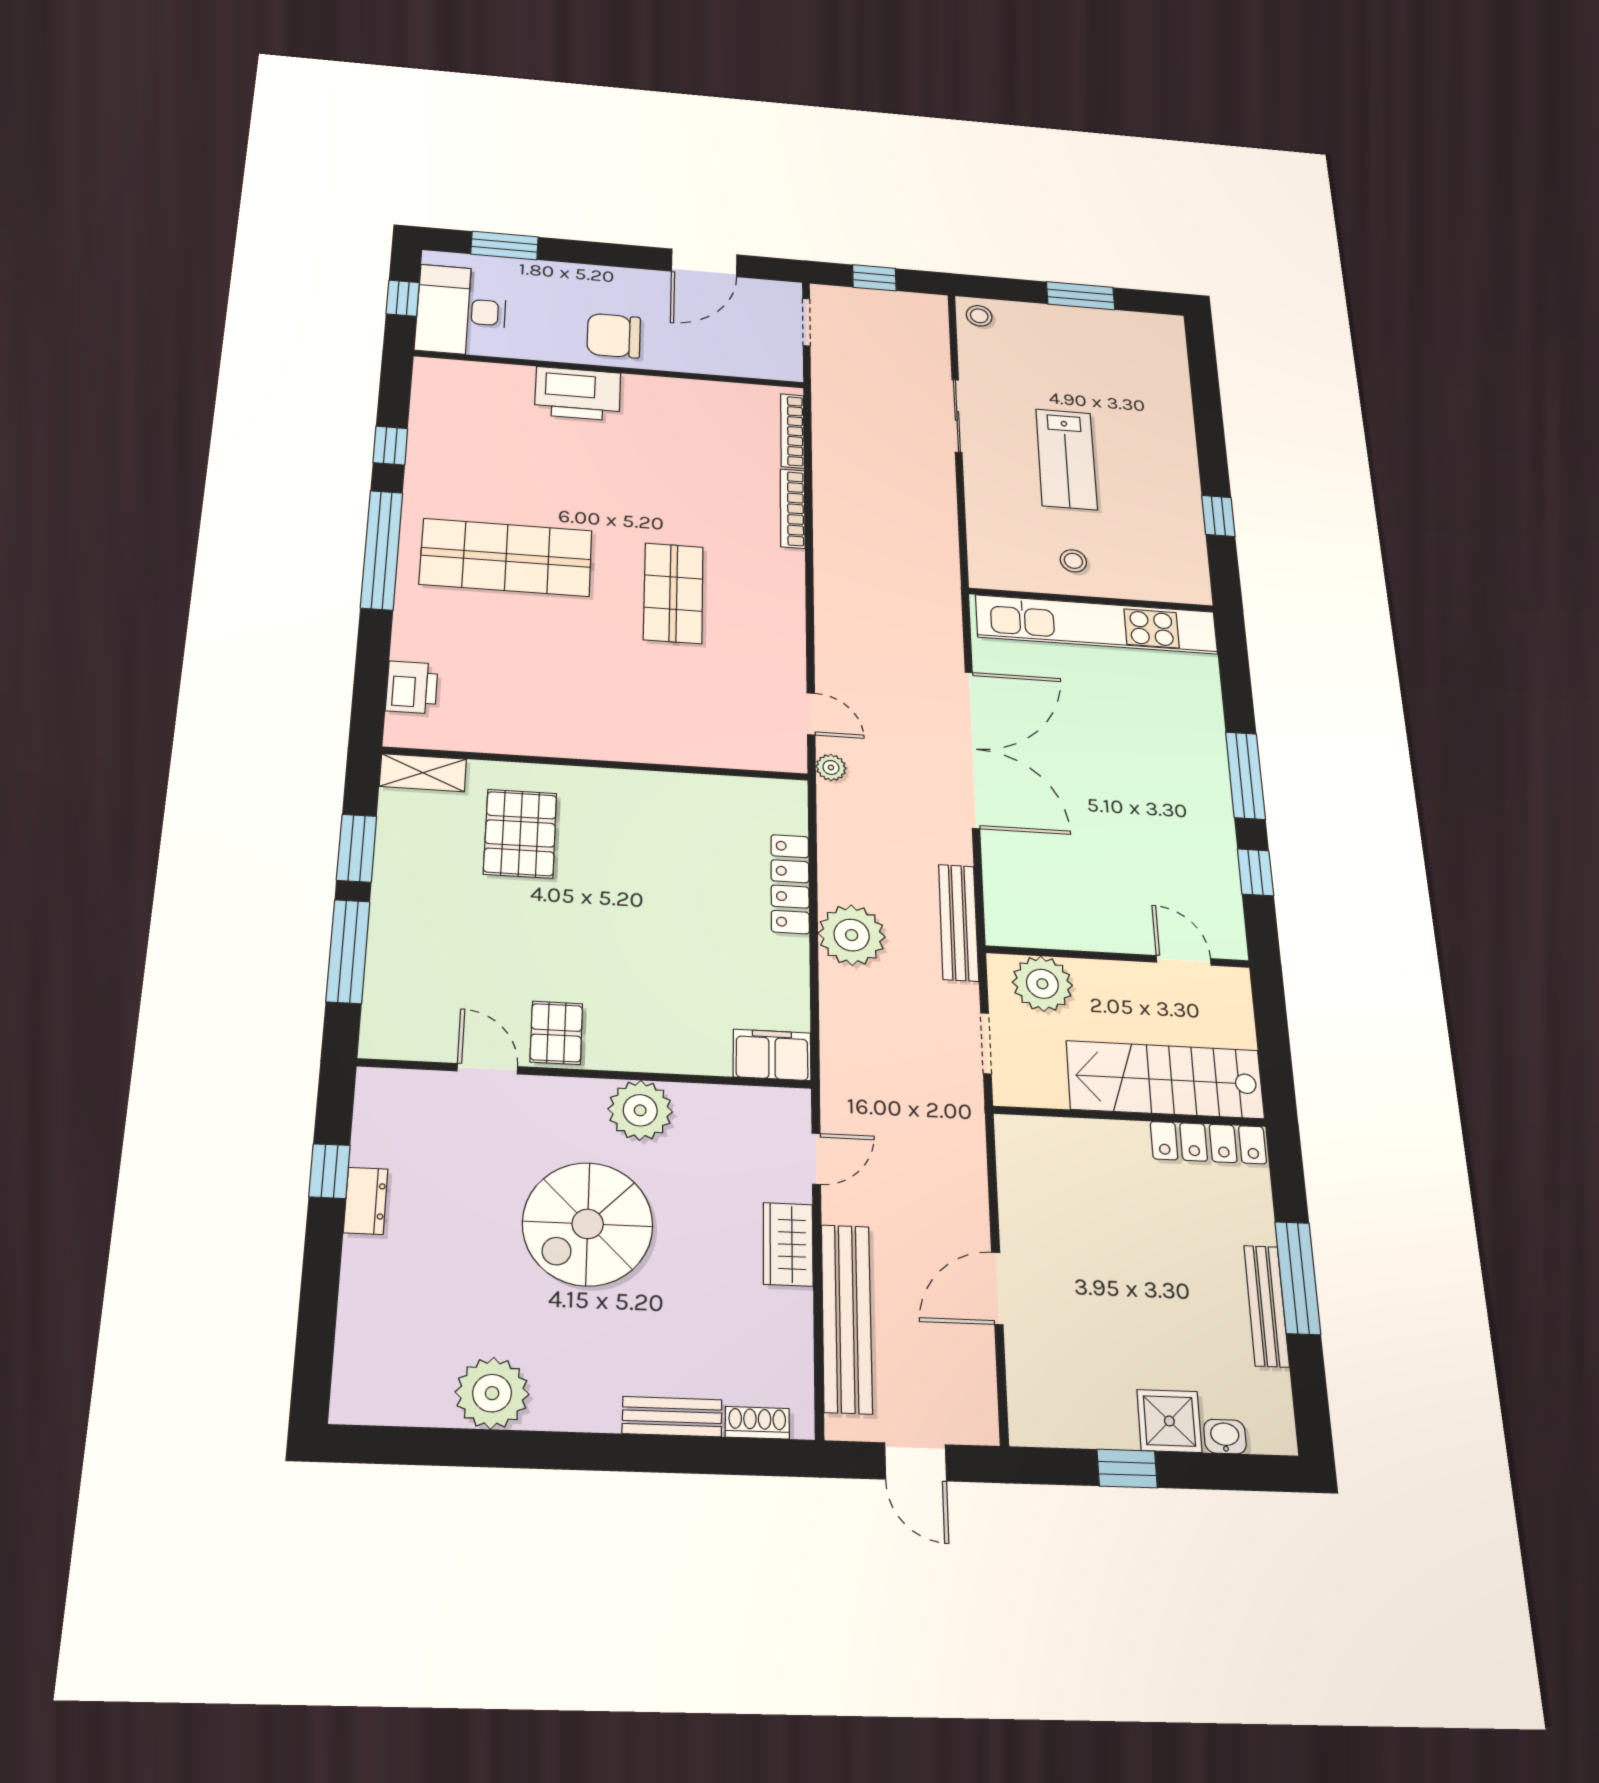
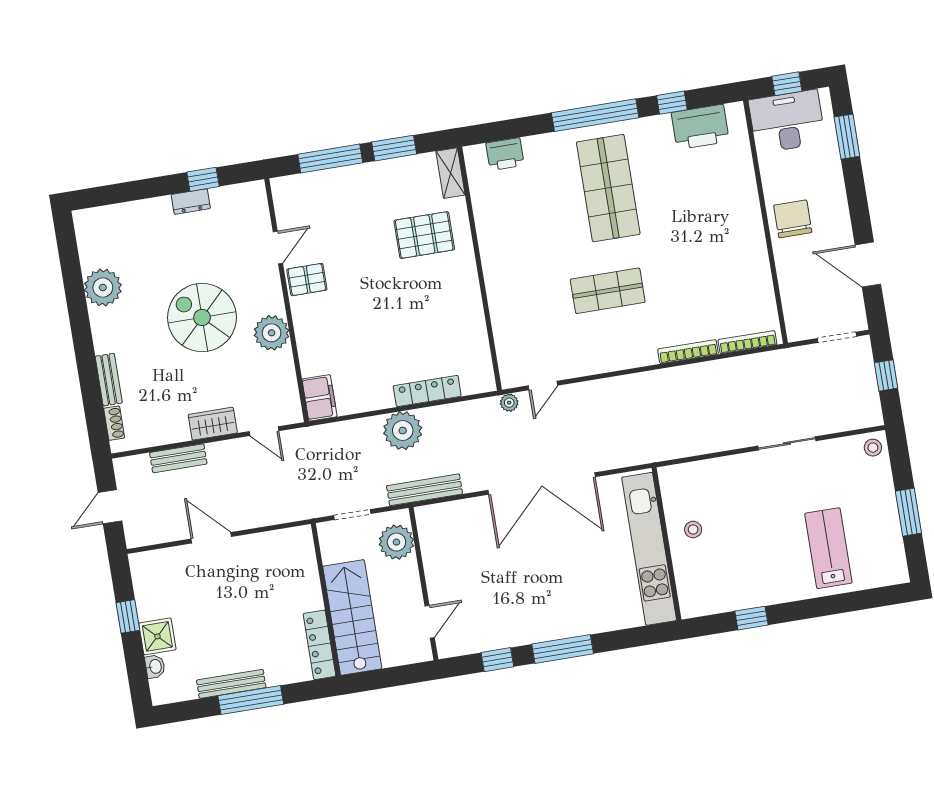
printer: (578, 394) -> (700, 127), moved, turned -90
lab bench: (1066, 459) -> (828, 548), moved, turned 90
bench: (847, 1318) -> (178, 458), width x0.54, depth x0.82

